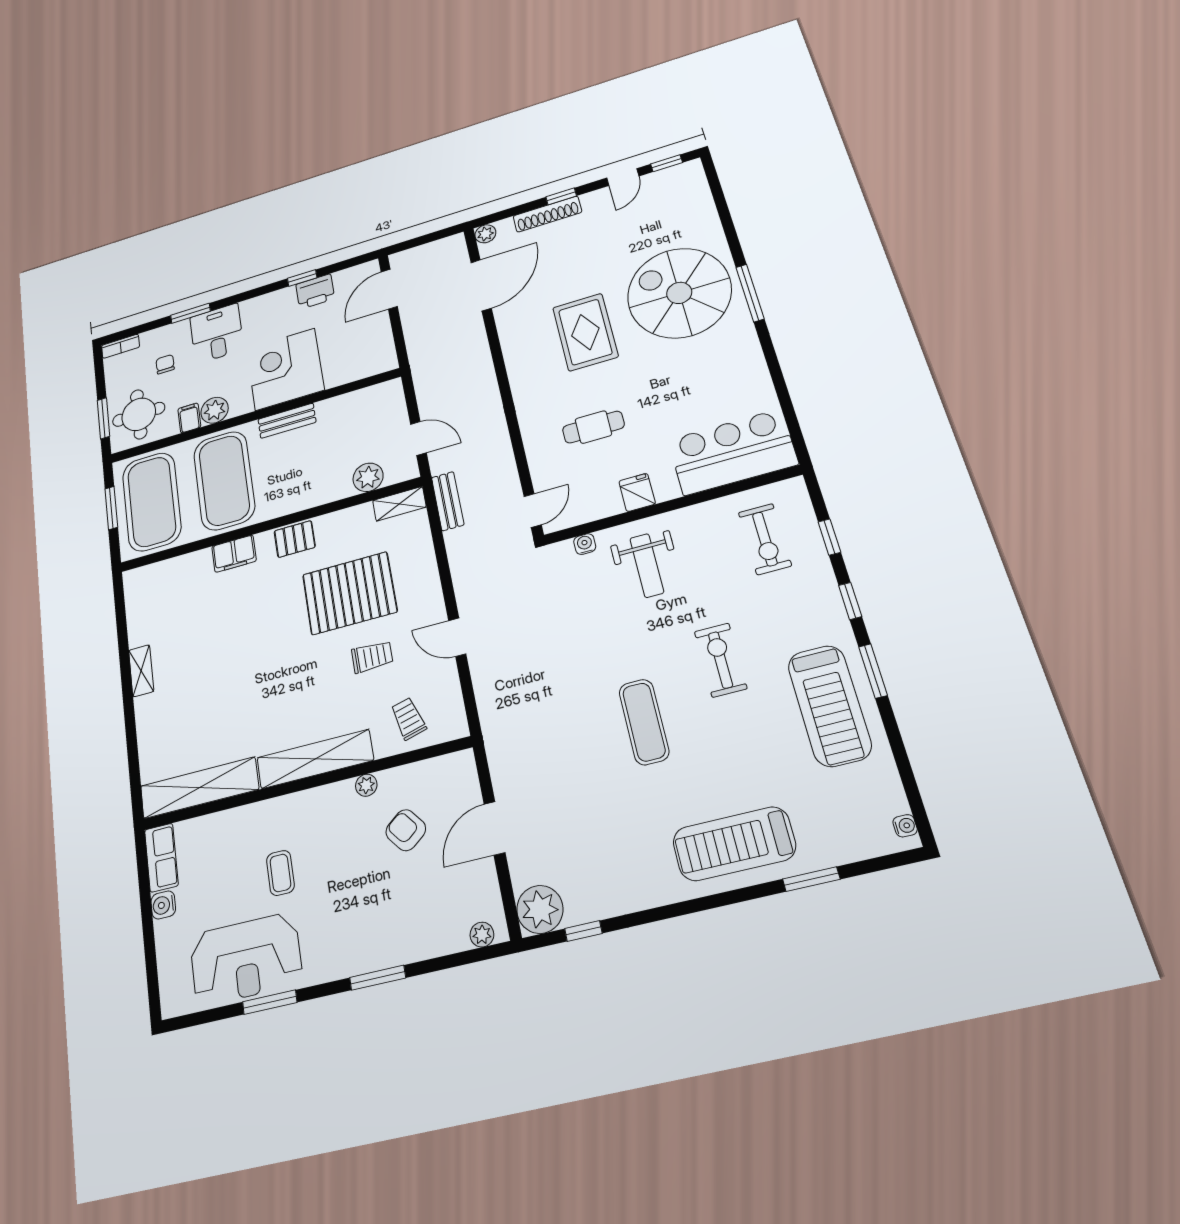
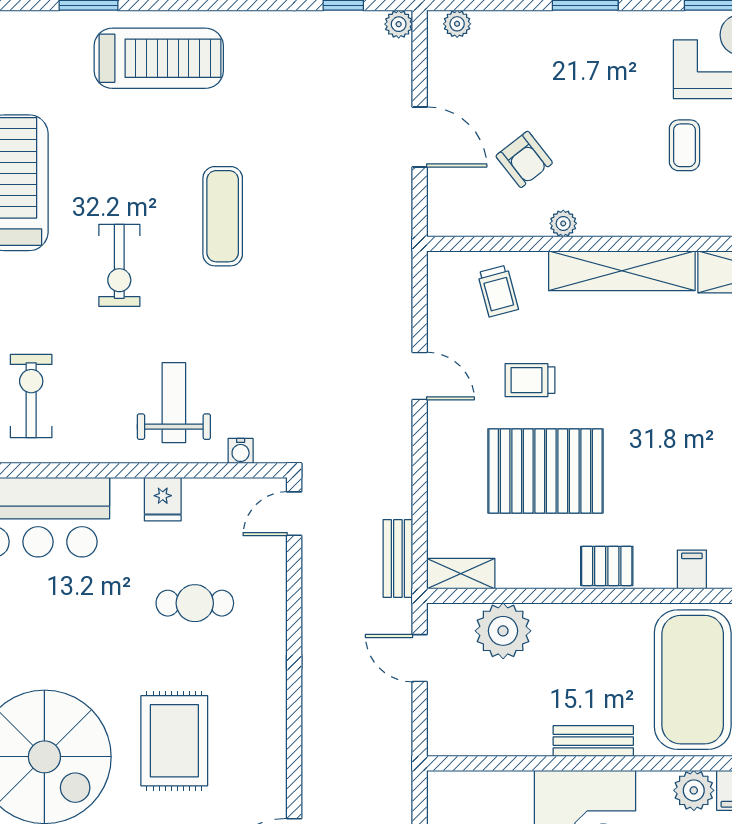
plant: (368, 477) -> (503, 631), width x1.36, depth x1.36
filing cabinet: (234, 554) -> (692, 570), width x0.50
door: (494, 828) -> (420, 137), hinge flipped
plant: (540, 909) -> (399, 24), width x0.53, depth x0.53

